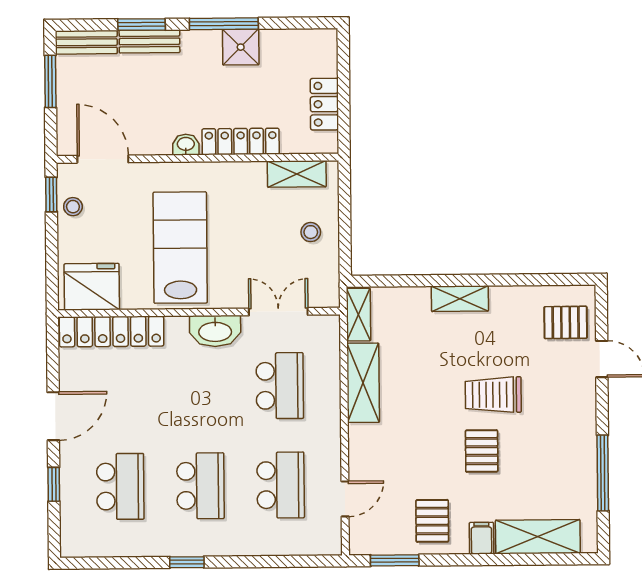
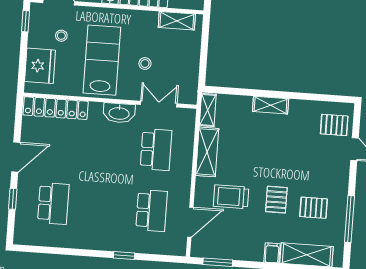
stool: (73, 207) -> (61, 36), moved
stool: (311, 232) -> (145, 64), moved
fridge: (92, 287) -> (40, 66), moved, turned 90
trolley: (493, 395) -> (231, 197), moved
school desk: (200, 486) -> (102, 207), removed
door: (345, 499) -> (190, 222), width x1.38
pallet: (432, 521) -> (314, 208), moved, turned 90
window: (187, 562) -> (124, 256), moved

